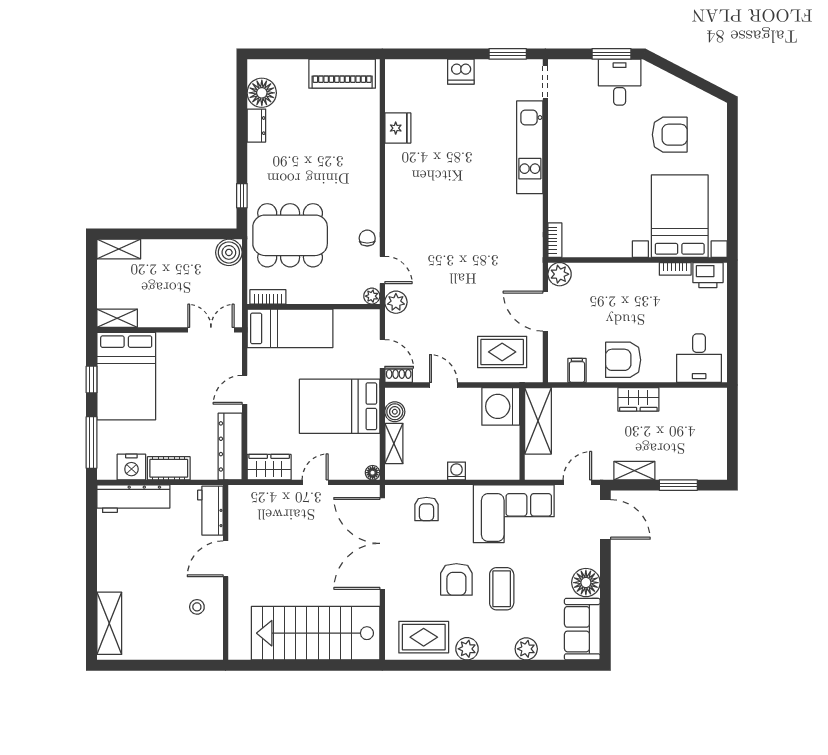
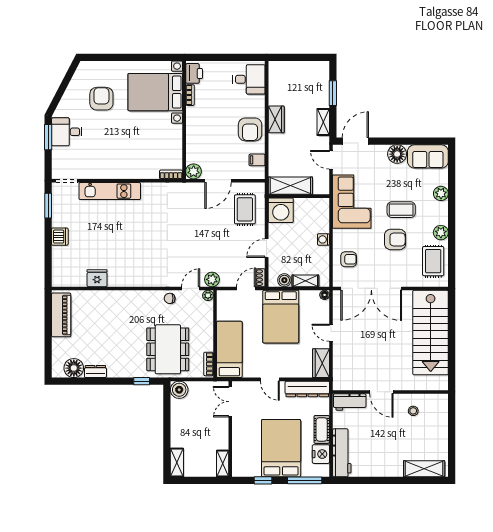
bed: (126, 376) -> (281, 448), moved, turned -90

